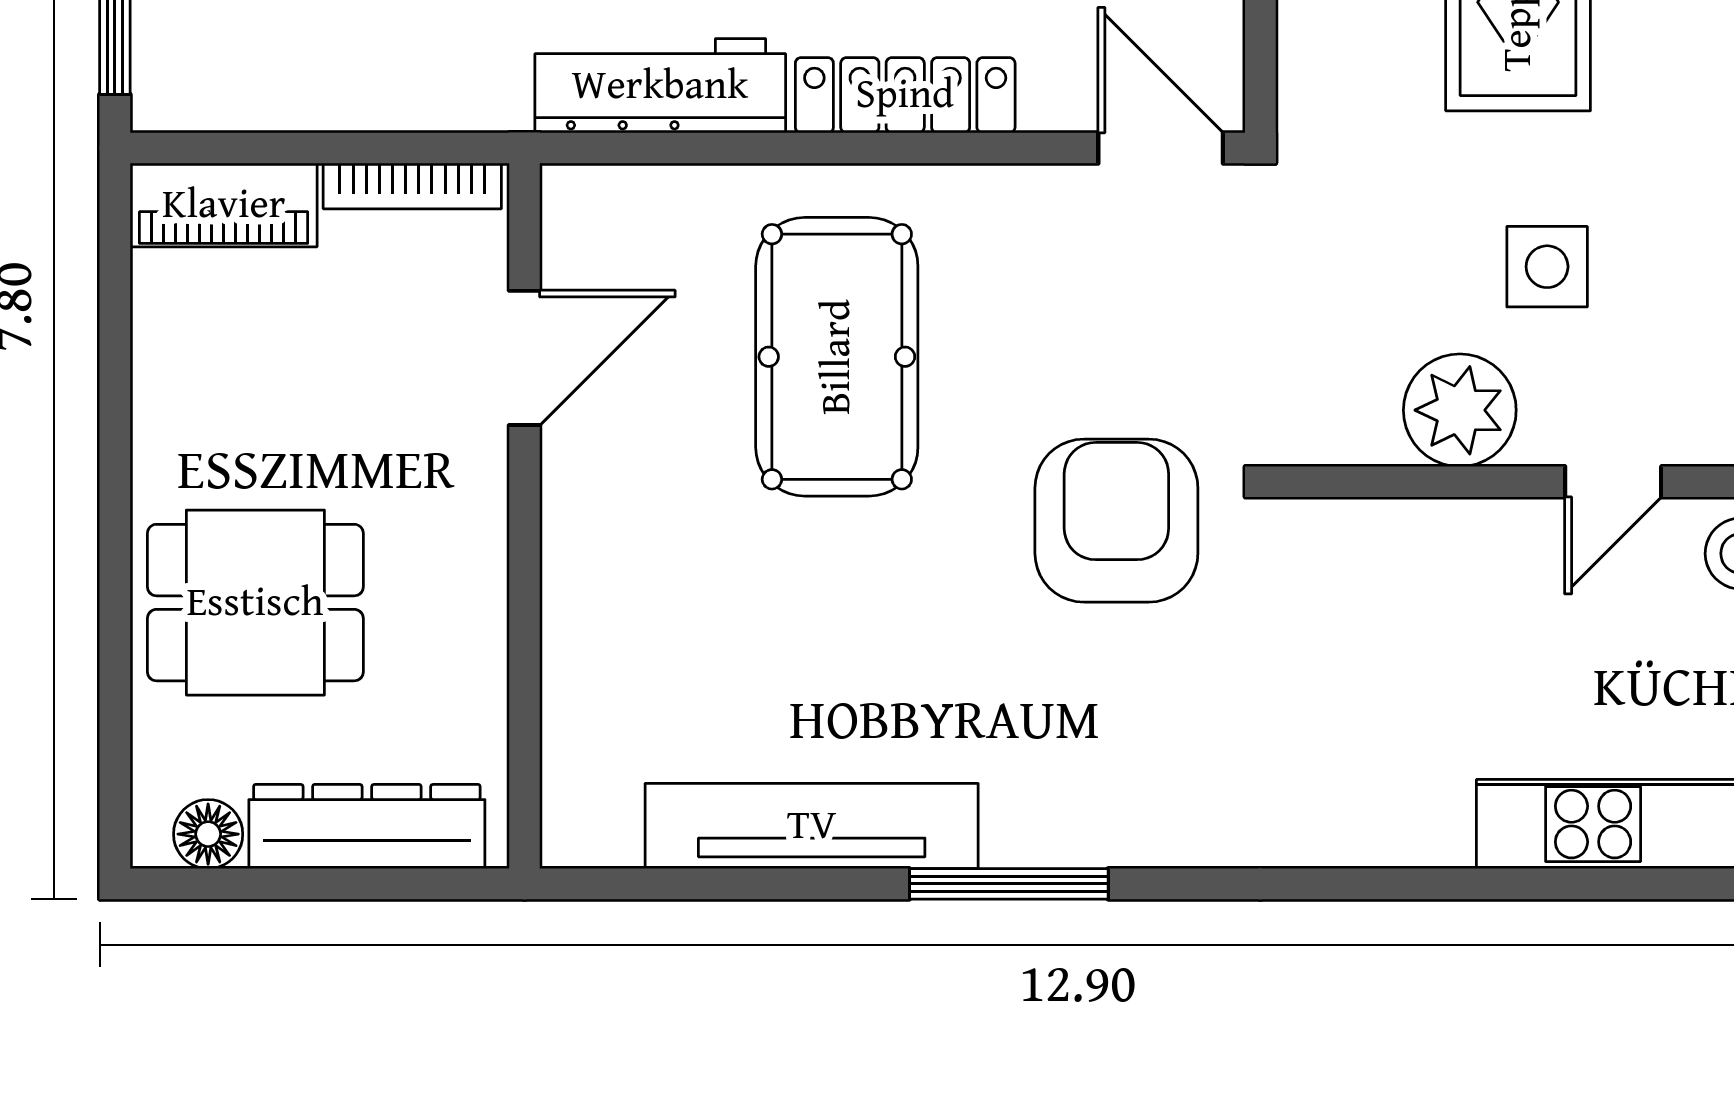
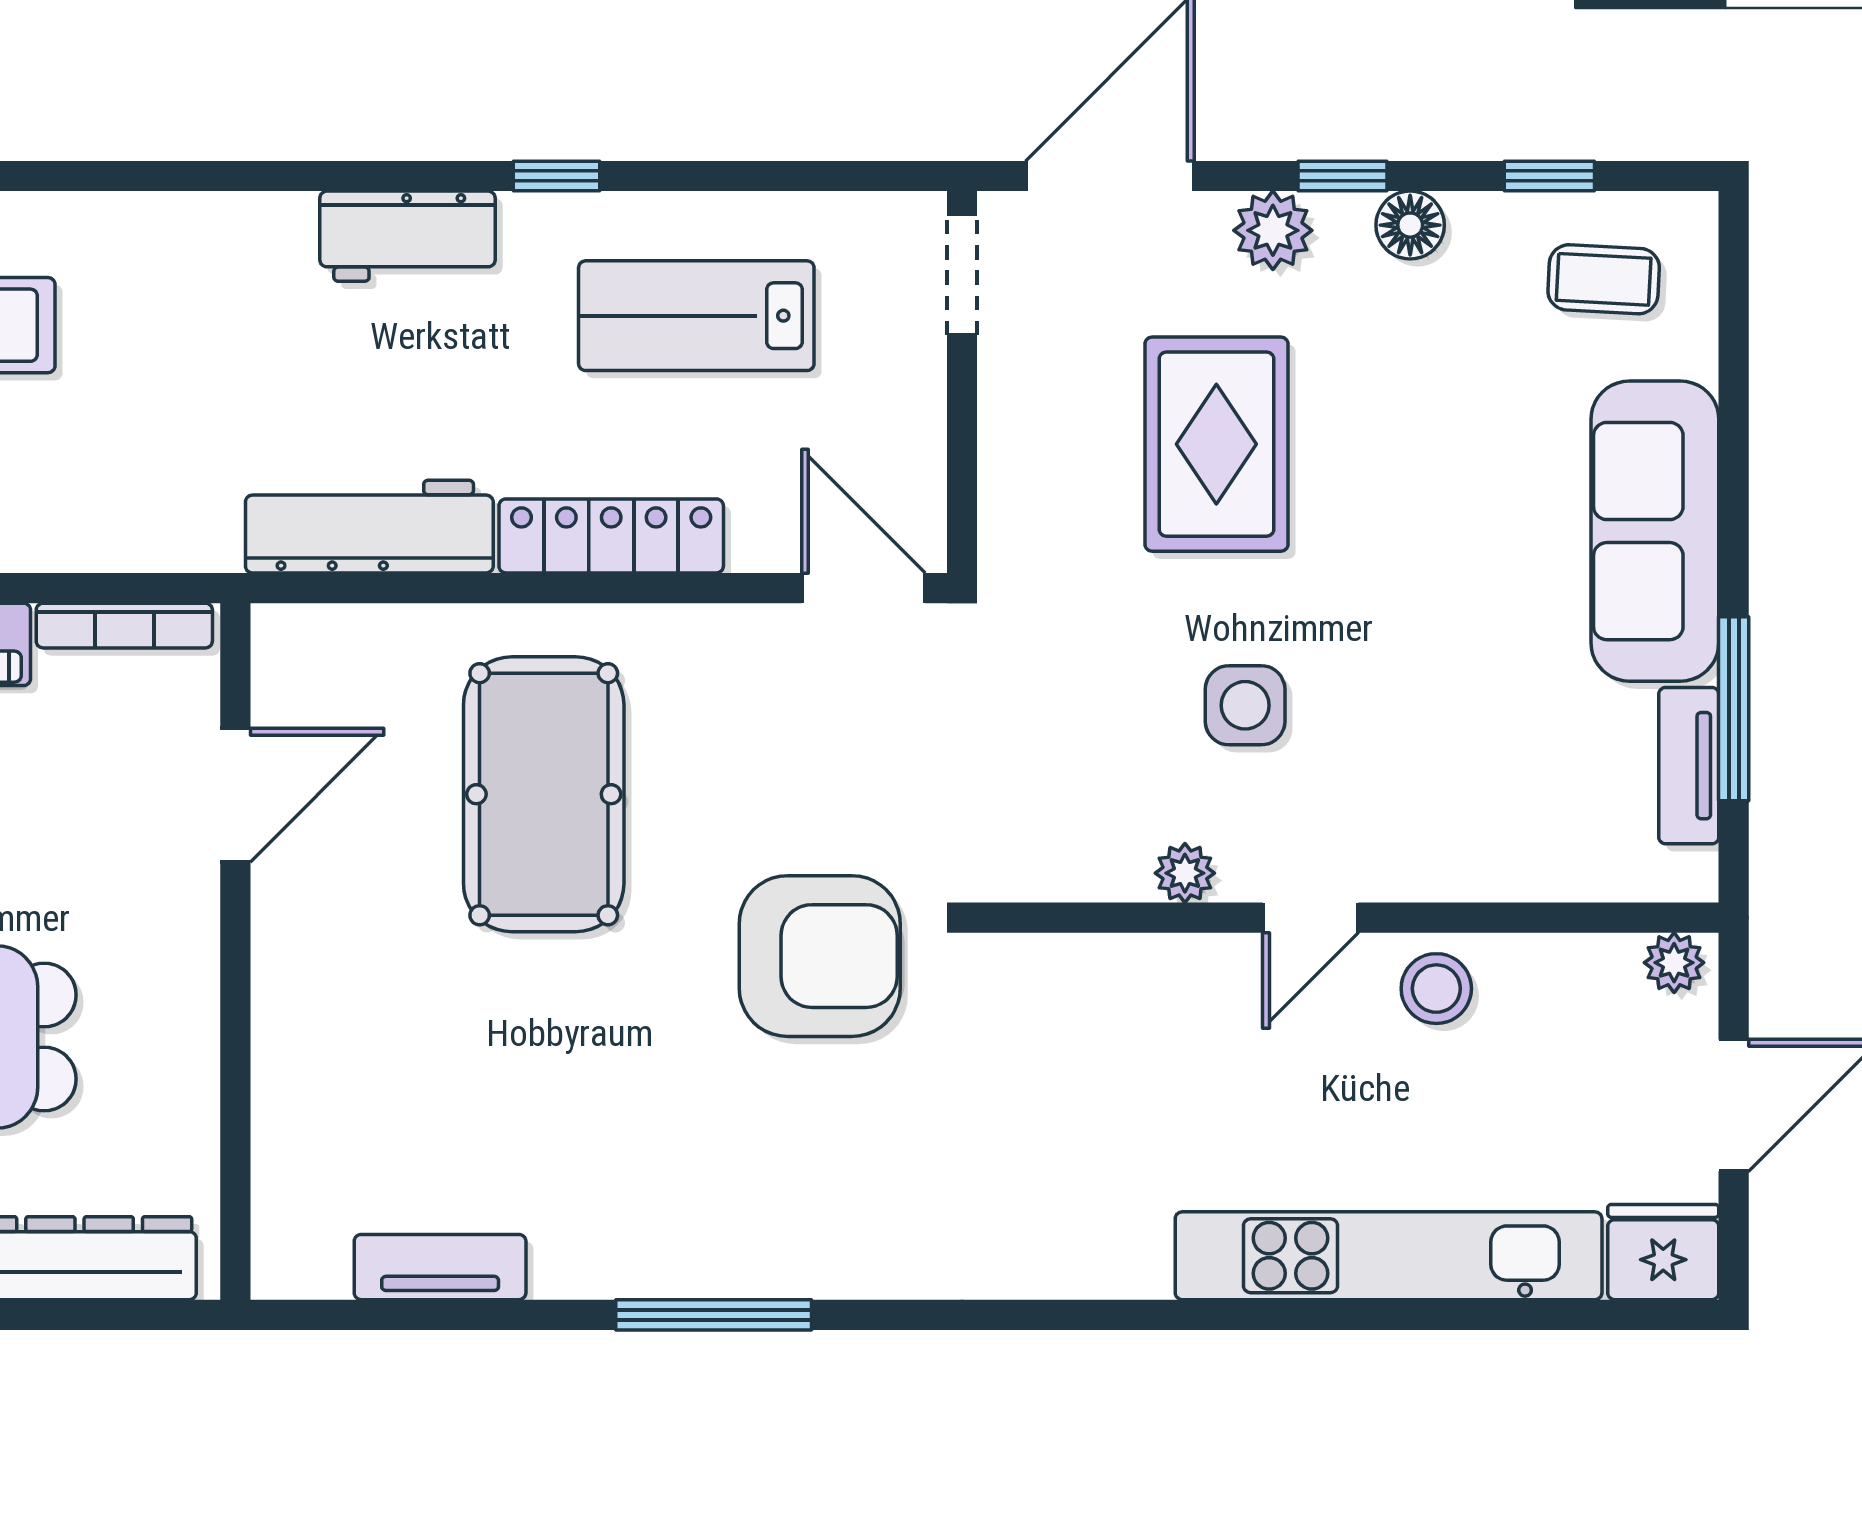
plant: (1460, 410) -> (1185, 873), width x0.53, depth x0.53
armchair: (1116, 521) -> (820, 956), turned 90
tv unit: (812, 826) -> (440, 1267), width x0.52, depth x0.78

